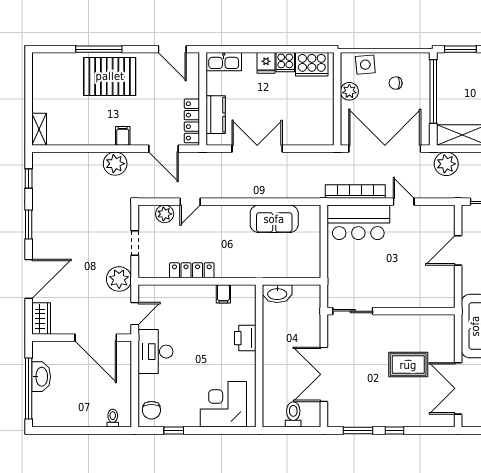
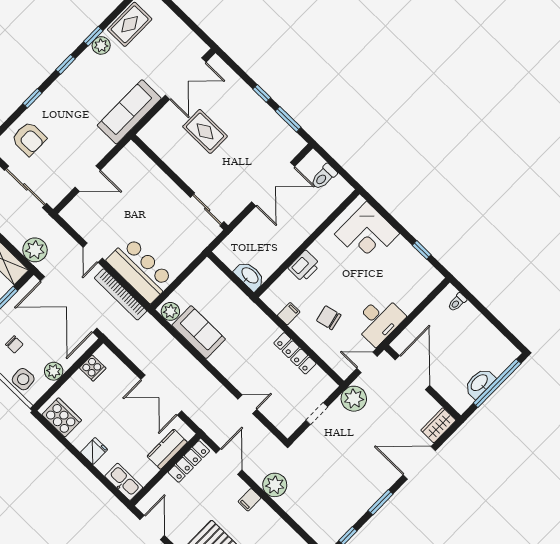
cooker: (285, 62) -> (93, 368), moved, turned 90
plant: (165, 214) -> (170, 311), moved
chair: (151, 410) -> (329, 318), moved, turned -103

